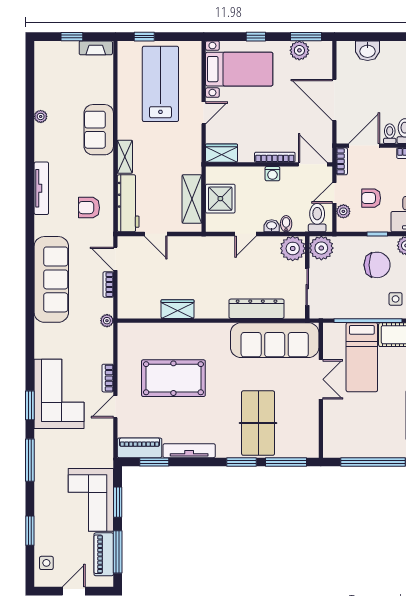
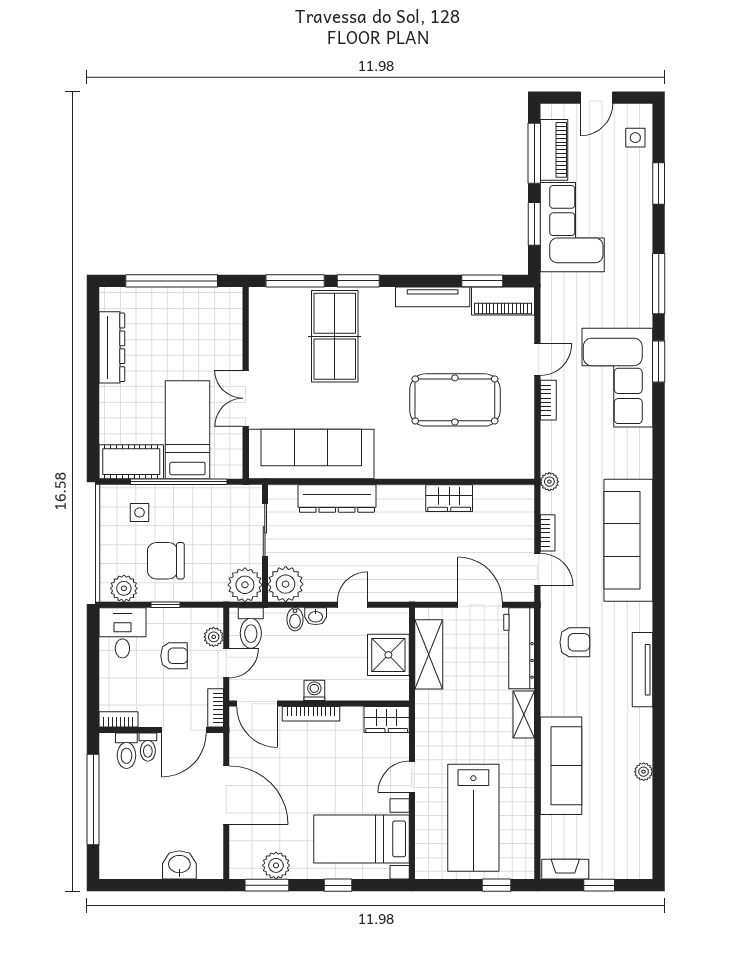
sofa: (99, 130) -> (561, 766), width x1.36
door: (156, 234) -> (480, 605), width x1.38

